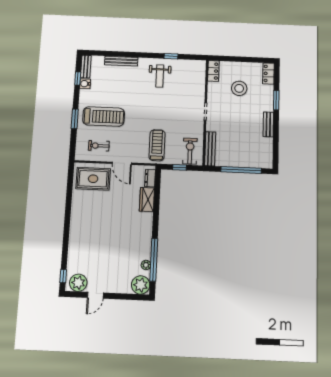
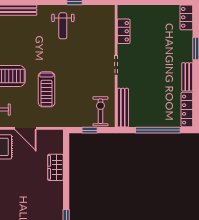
locker: (213, 71) -> (124, 31), moved
stool: (239, 88) -> (154, 36), removed
treadmill: (157, 145) -> (47, 89), moved, turned 180
locker: (268, 153) -> (187, 110), added
dresser: (150, 178) -> (58, 144), removed

